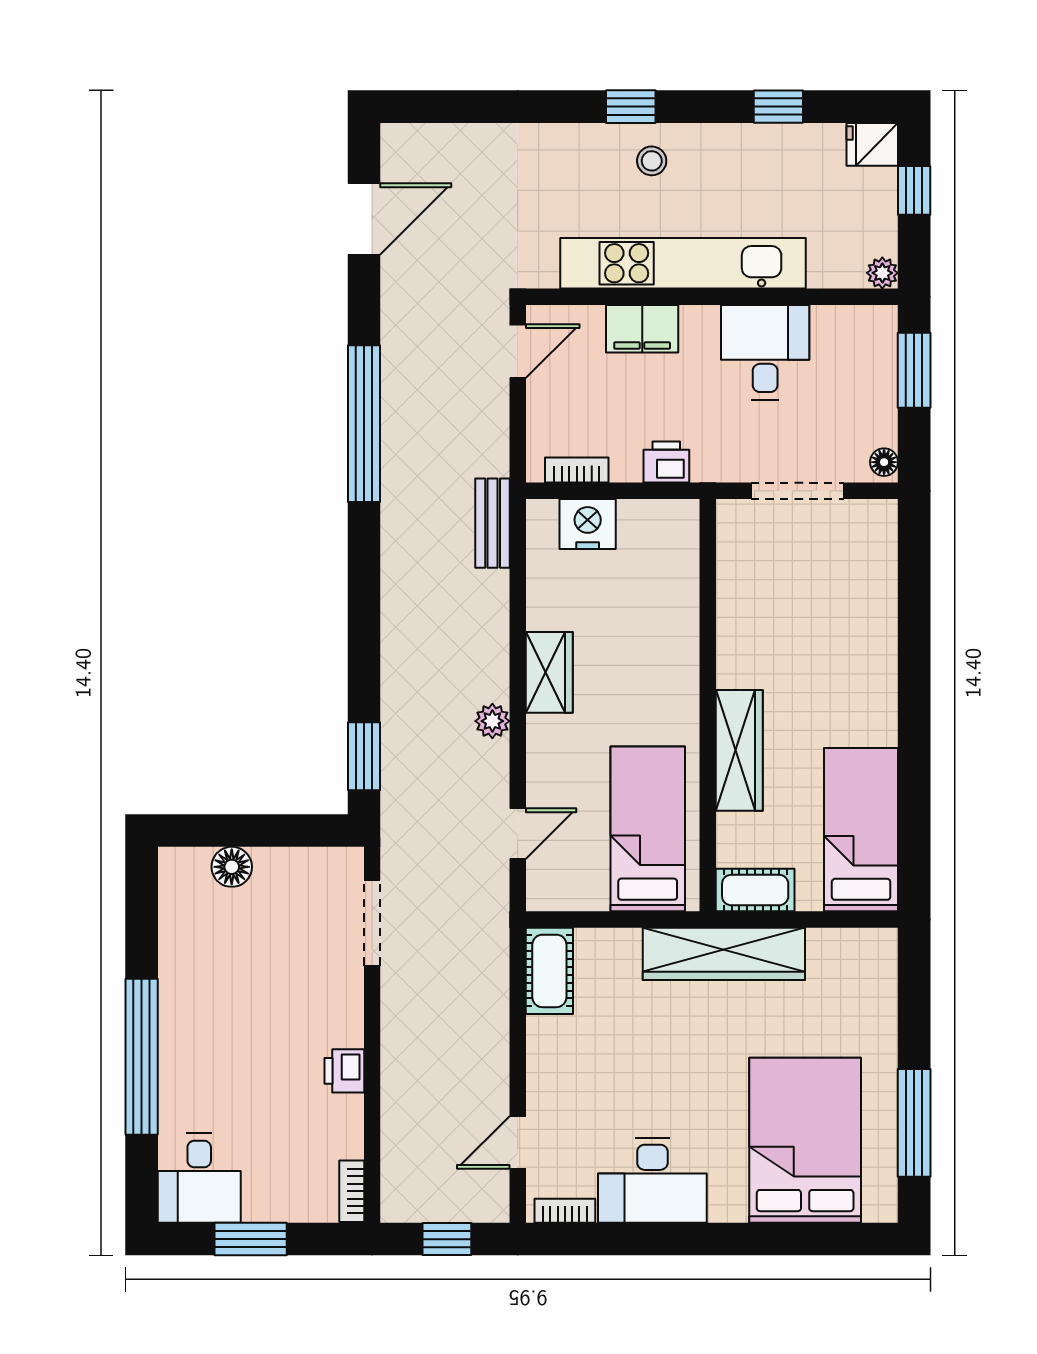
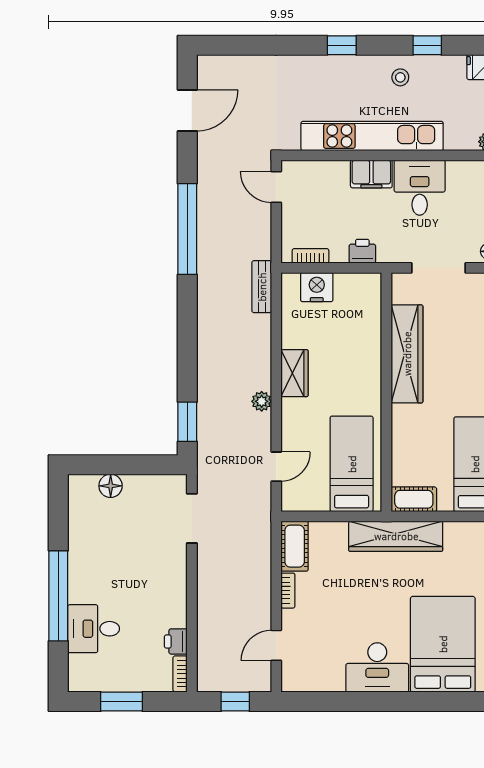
stool: (652, 161) -> (400, 77), moved
filing cabinet: (642, 329) -> (371, 174), moved
door: (518, 351) -> (276, 187), swing flipped
wardrobe: (739, 750) -> (407, 354), moved, width x1.40, depth x1.17
printer: (344, 1071) -> (176, 641), moved
desk: (199, 1178) -> (94, 629), moved, turned 90
desk: (652, 1180) -> (377, 667), moved
bookcase: (565, 1211) -> (288, 591), moved, turned 90

